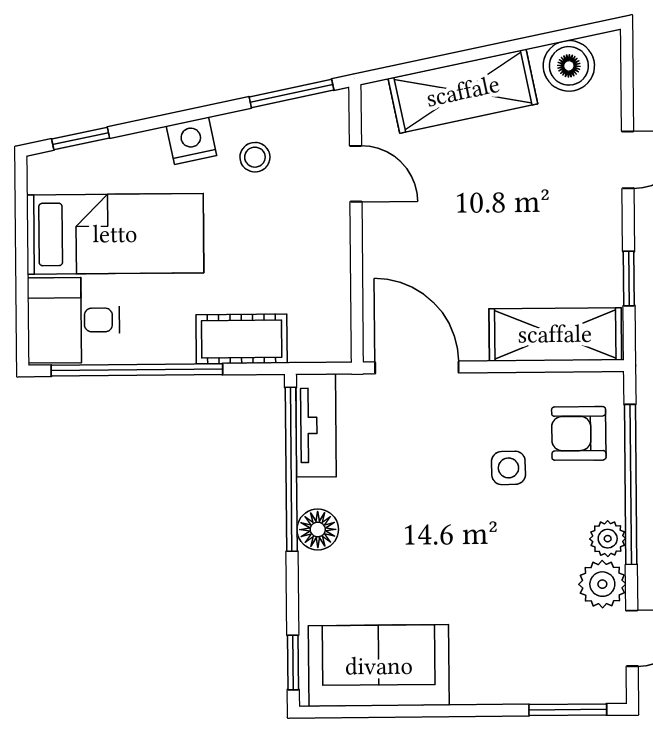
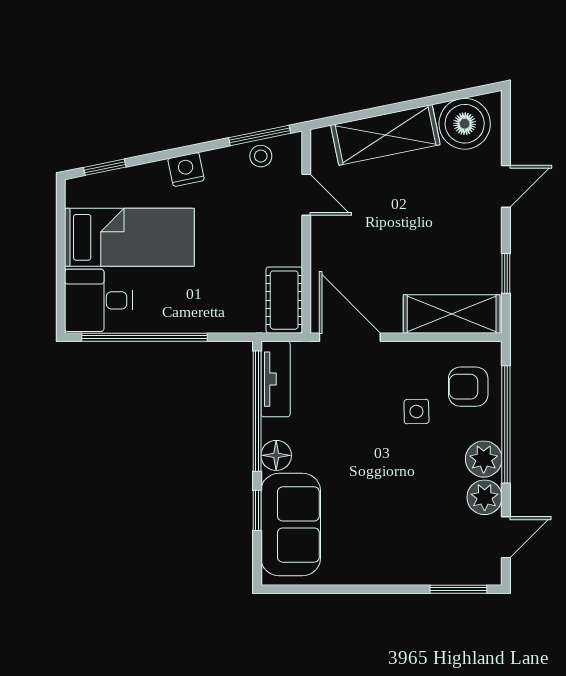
boiler: (569, 66) -> (465, 124), width x1.37, depth x1.37
stool: (255, 157) -> (261, 156), moved
cot: (242, 339) -> (284, 300), moved, turned 90
plant: (608, 539) -> (484, 459), width x1.38, depth x1.38
window: (293, 662) -> (257, 510), moved
sofa: (379, 666) -> (291, 524), moved, turned 90

